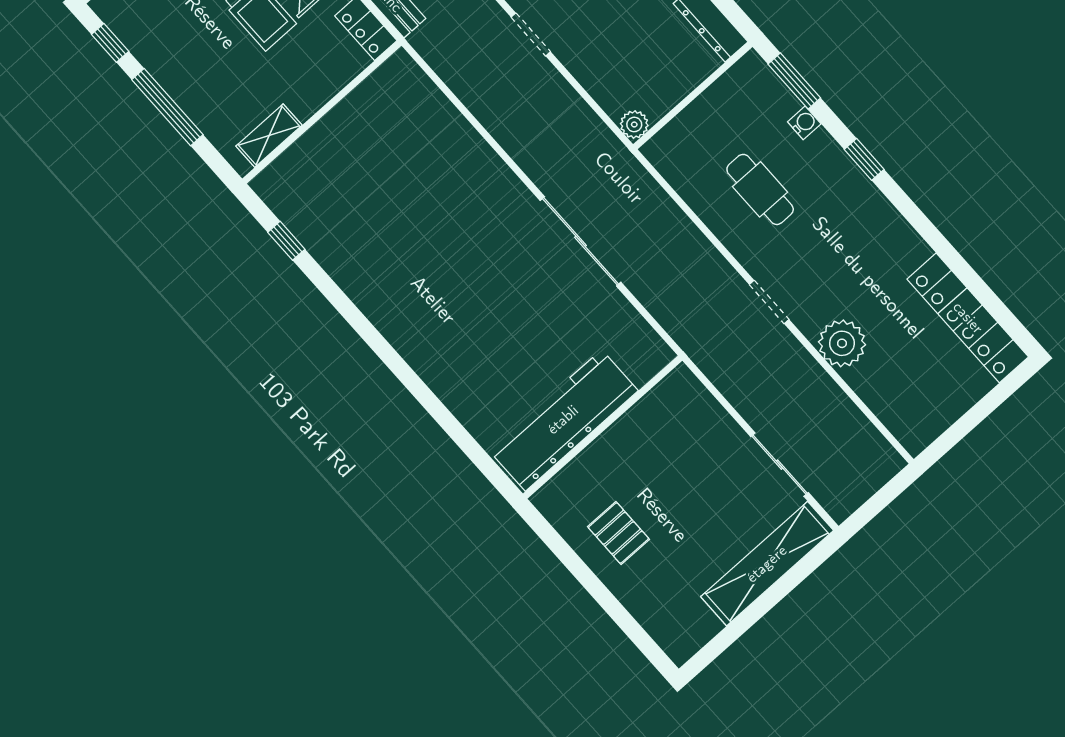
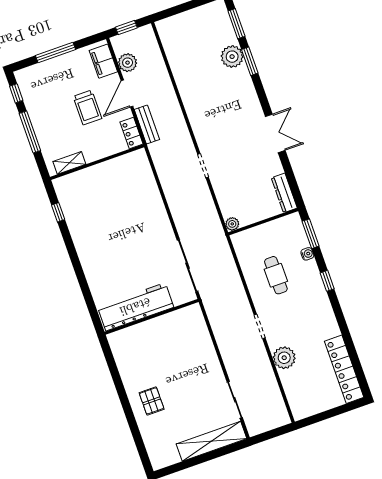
workbench: (563, 420) -> (135, 307), moved
wall: (603, 427) -> (152, 317), moved

